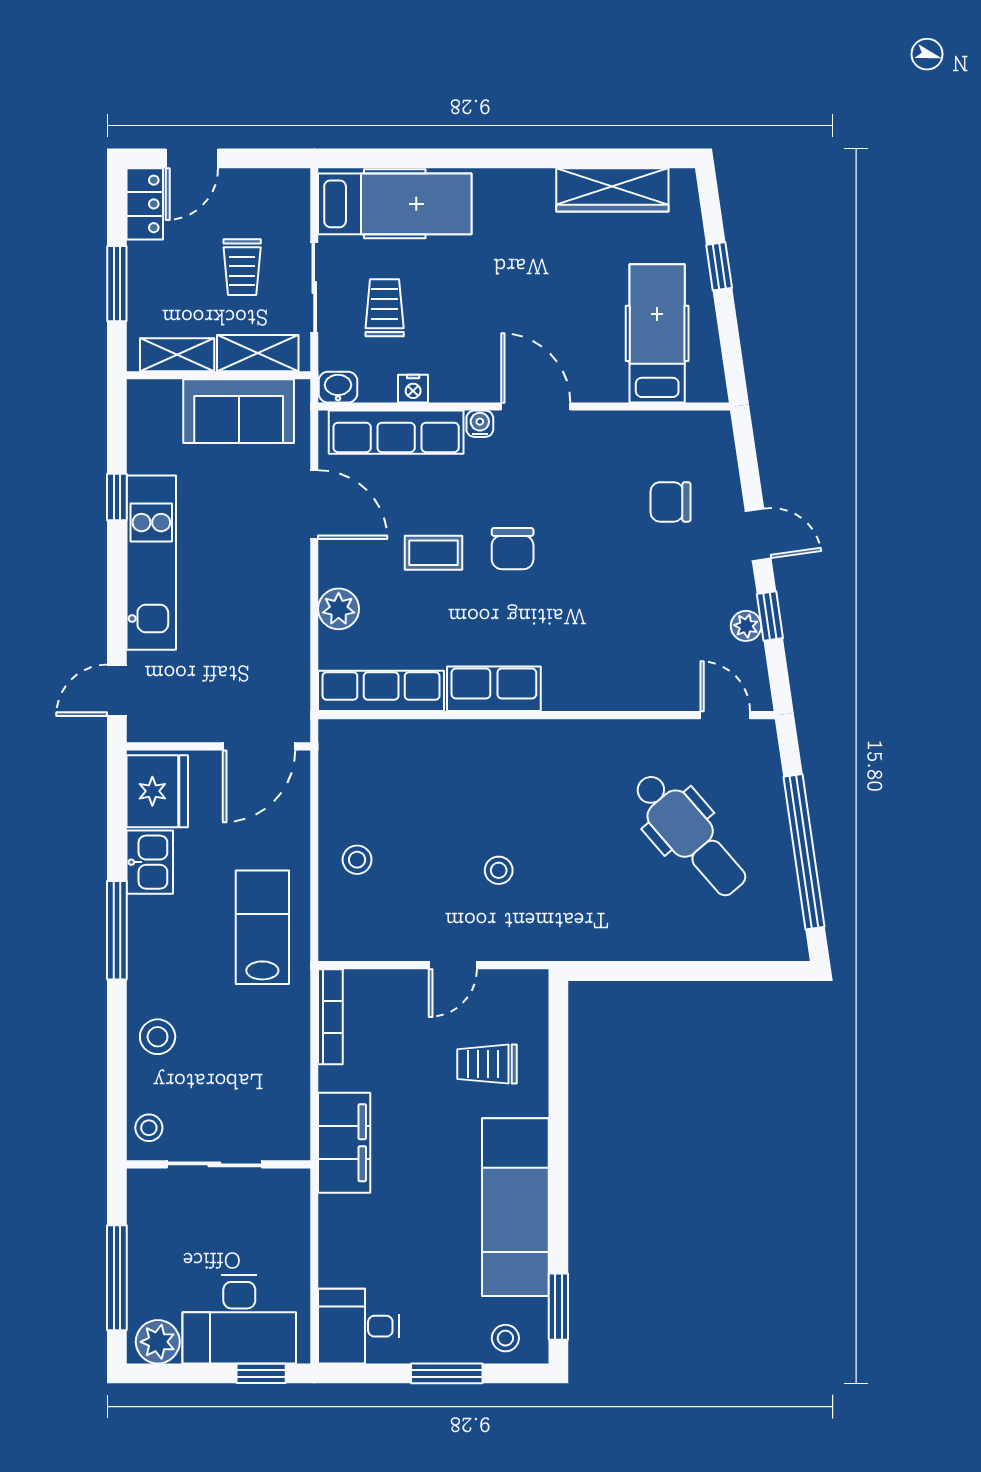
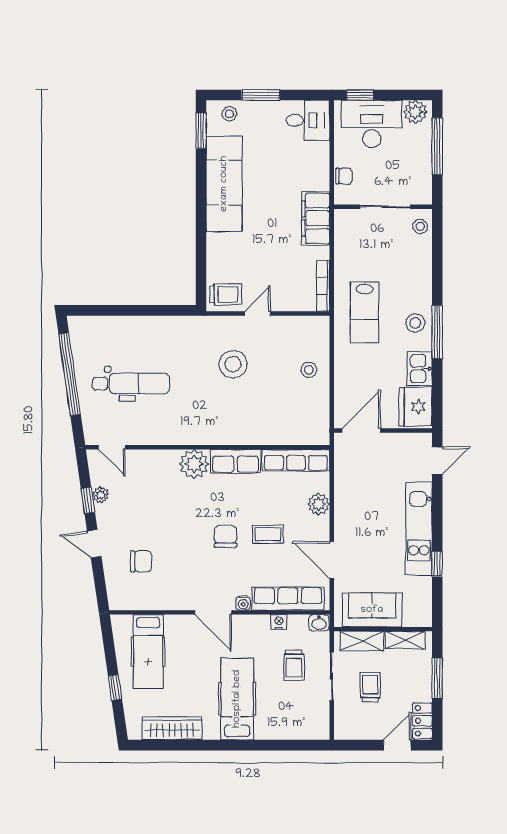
hospital bed: (395, 204) -> (237, 699), moved, turned 90
plant: (571, 684) -> (194, 464), added
dental chair: (690, 834) -> (131, 383), turned 131
stool: (499, 870) -> (233, 364), width x1.89, depth x1.89
lab bench: (262, 927) -> (365, 312), moved
stool: (158, 1037) -> (415, 323), moved
trolley: (487, 1064) -> (226, 294), moved
chair: (291, 1222) -> (344, 176), added

